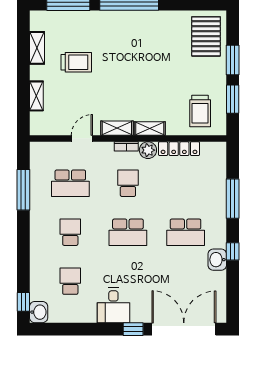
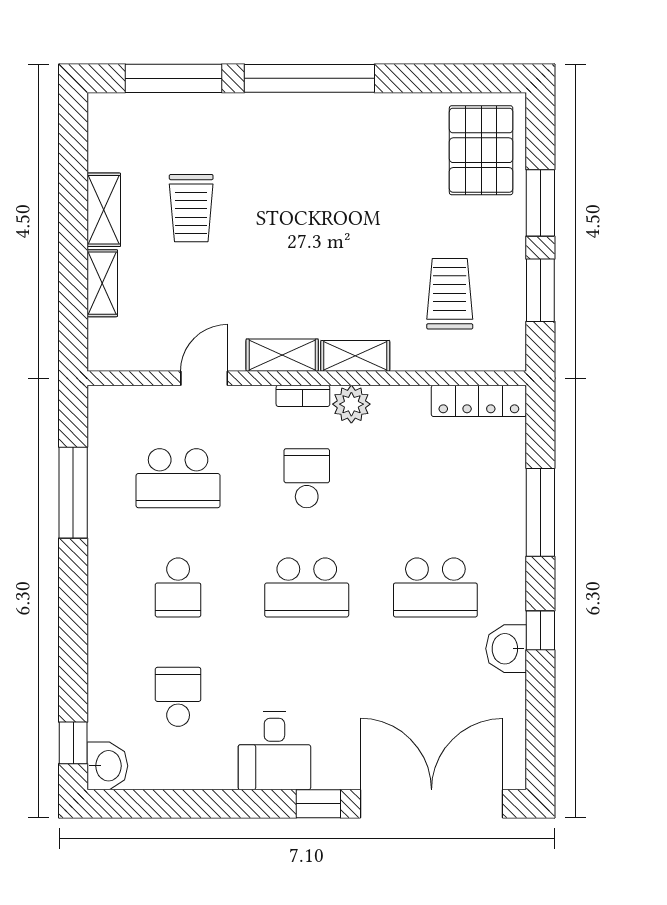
shelving: (37, 48) -> (104, 210), moved
trolley: (76, 62) -> (191, 208), turned 90
trolley: (200, 111) -> (450, 294), moved, turned 180
locker: (179, 149) -> (479, 401), moved
school desk: (70, 232) -> (178, 587), turned 180

